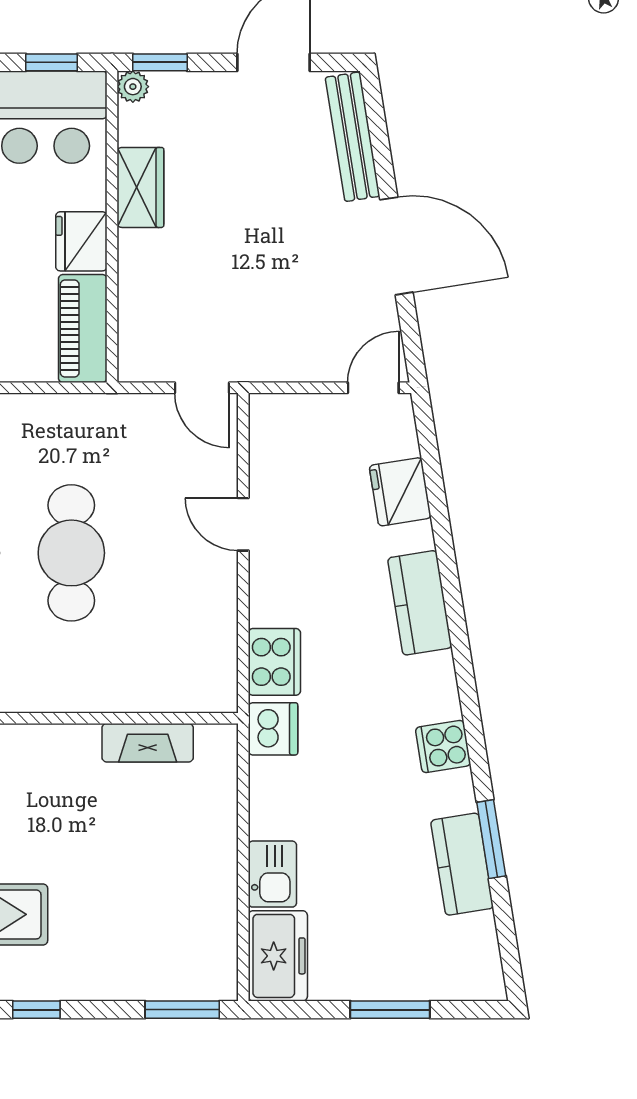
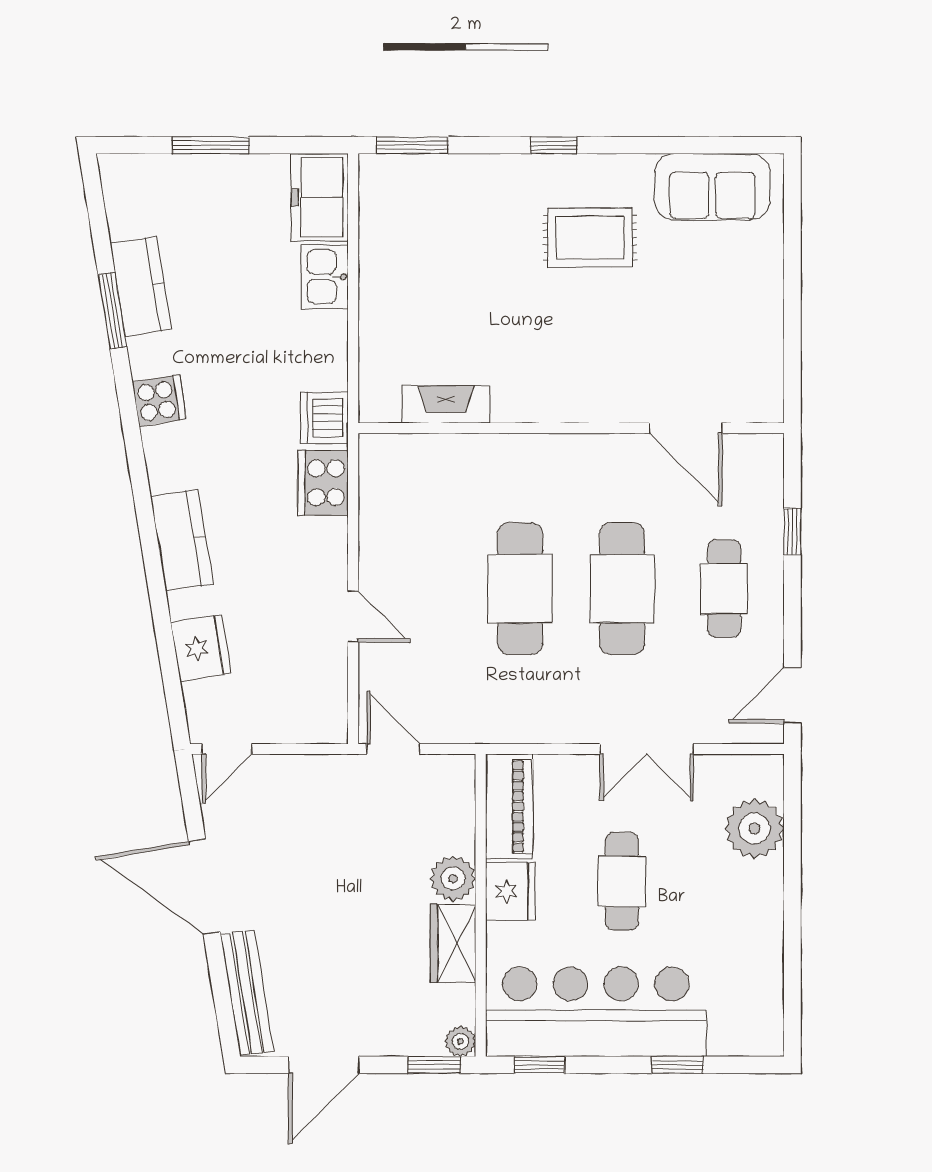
plant: (140, 254) -> (453, 879), added

